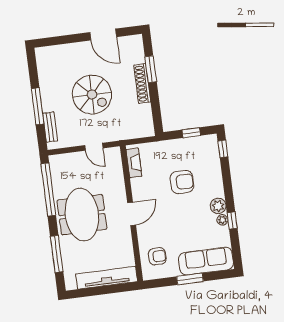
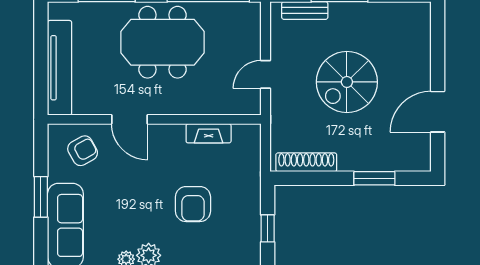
shoe rack: (142, 84) -> (306, 162), moved
fireplace: (134, 163) -> (209, 133), moved
door: (132, 214) -> (129, 119), moved
armchair: (157, 256) -> (83, 151), turned -119

